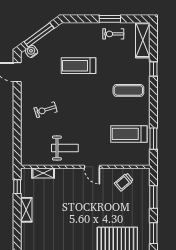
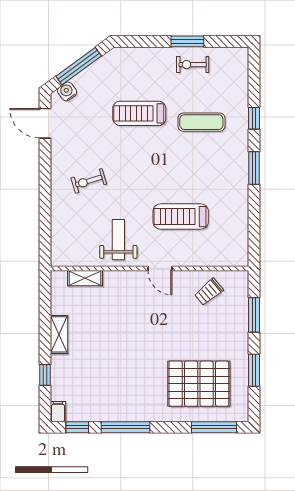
shelving: (143, 40) -> (238, 74), removed
exercise mat: (128, 90) -> (201, 122), moved
treadmill: (129, 134) -> (181, 217), moved
window: (153, 139) -> (254, 168), moved
weight bench: (65, 148) -> (118, 240), turned -90
window: (17, 187) -> (45, 375), moved

